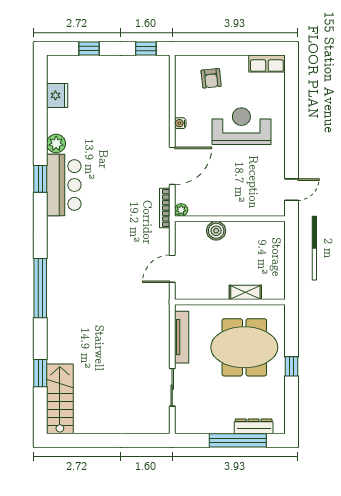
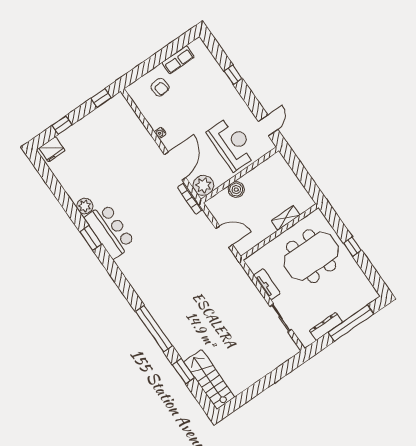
row of seats: (267, 64) -> (178, 60), moved
fridge: (57, 95) -> (52, 149), moved, turned 90
window: (291, 116) -> (233, 75), added
reception desk: (241, 126) -> (232, 144), moved, turned 90
plant: (181, 210) -> (203, 185), width x1.87, depth x1.87
door: (172, 269) -> (224, 237), swing flipped
window: (40, 288) -> (154, 329), moved
tv unit: (182, 337) -> (267, 284), width x0.71
dresser: (254, 426) -> (326, 326), moved

